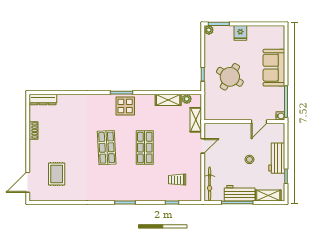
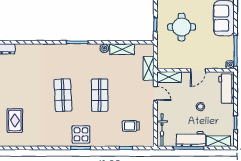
round table: (230, 77) -> (182, 27), turned -31
plant: (187, 99) -> (104, 48), moved
display table: (125, 106) -> (81, 134), moved
door: (259, 122) -> (198, 70), moved
shelving: (217, 129) -> (169, 77), added
door: (203, 146) -> (155, 93), hinge flipped
workbench: (277, 158) -> (227, 89), moved

